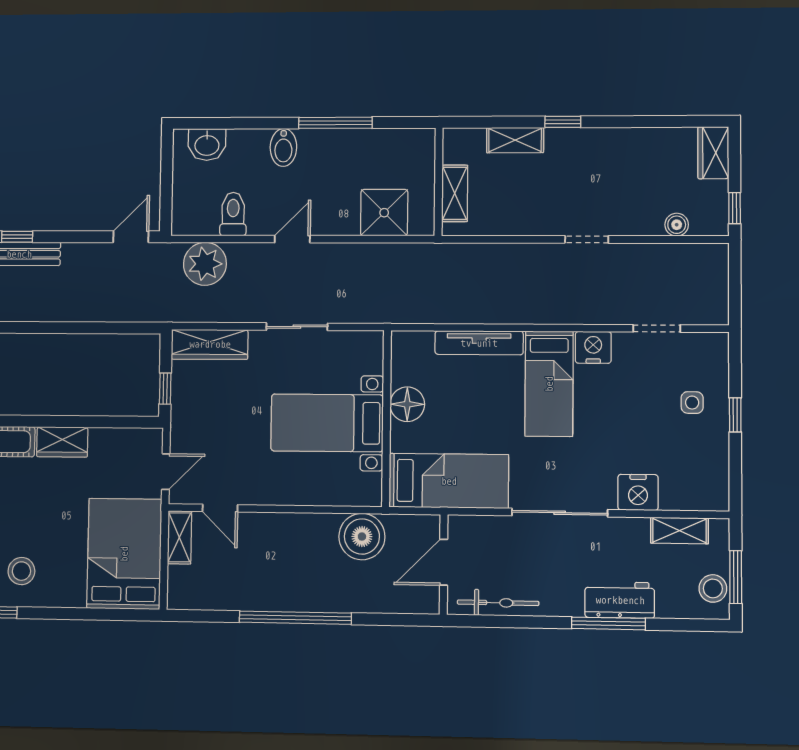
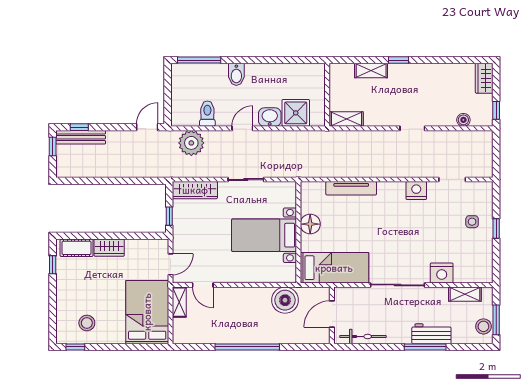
window: (335, 123) -> (199, 60), moved
washbasin: (207, 145) -> (270, 117), moved, turned 180
shelving: (455, 193) -> (346, 119), moved, turned 90
bed: (549, 384) -> (391, 212), removed

